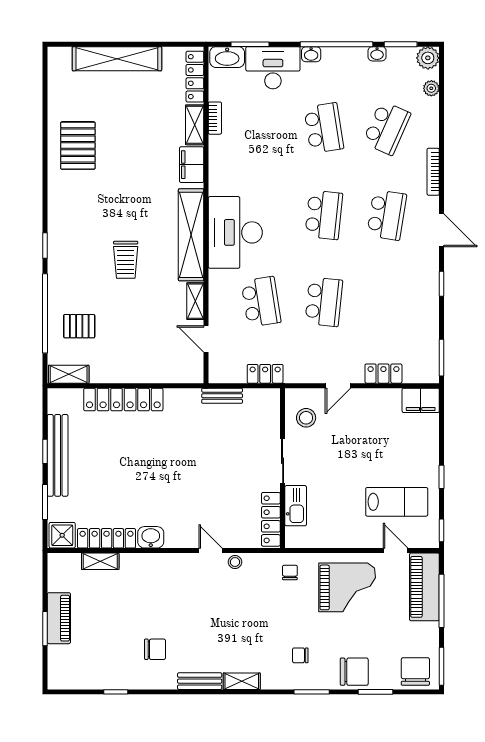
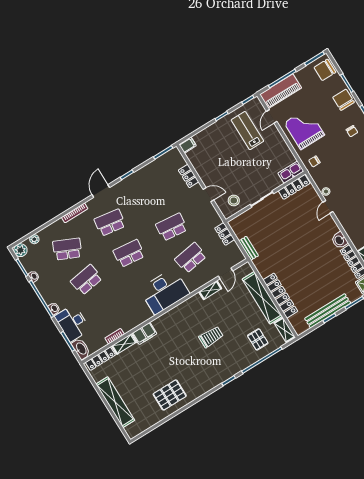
shelving: (191, 235) -> (262, 298), moved, turned 90
filing cabinet: (421, 400) -> (188, 145), width x0.50
kitchen sink: (296, 506) -> (291, 172), moved

